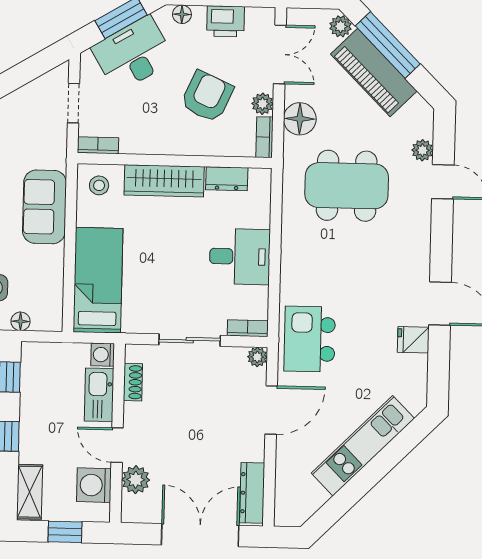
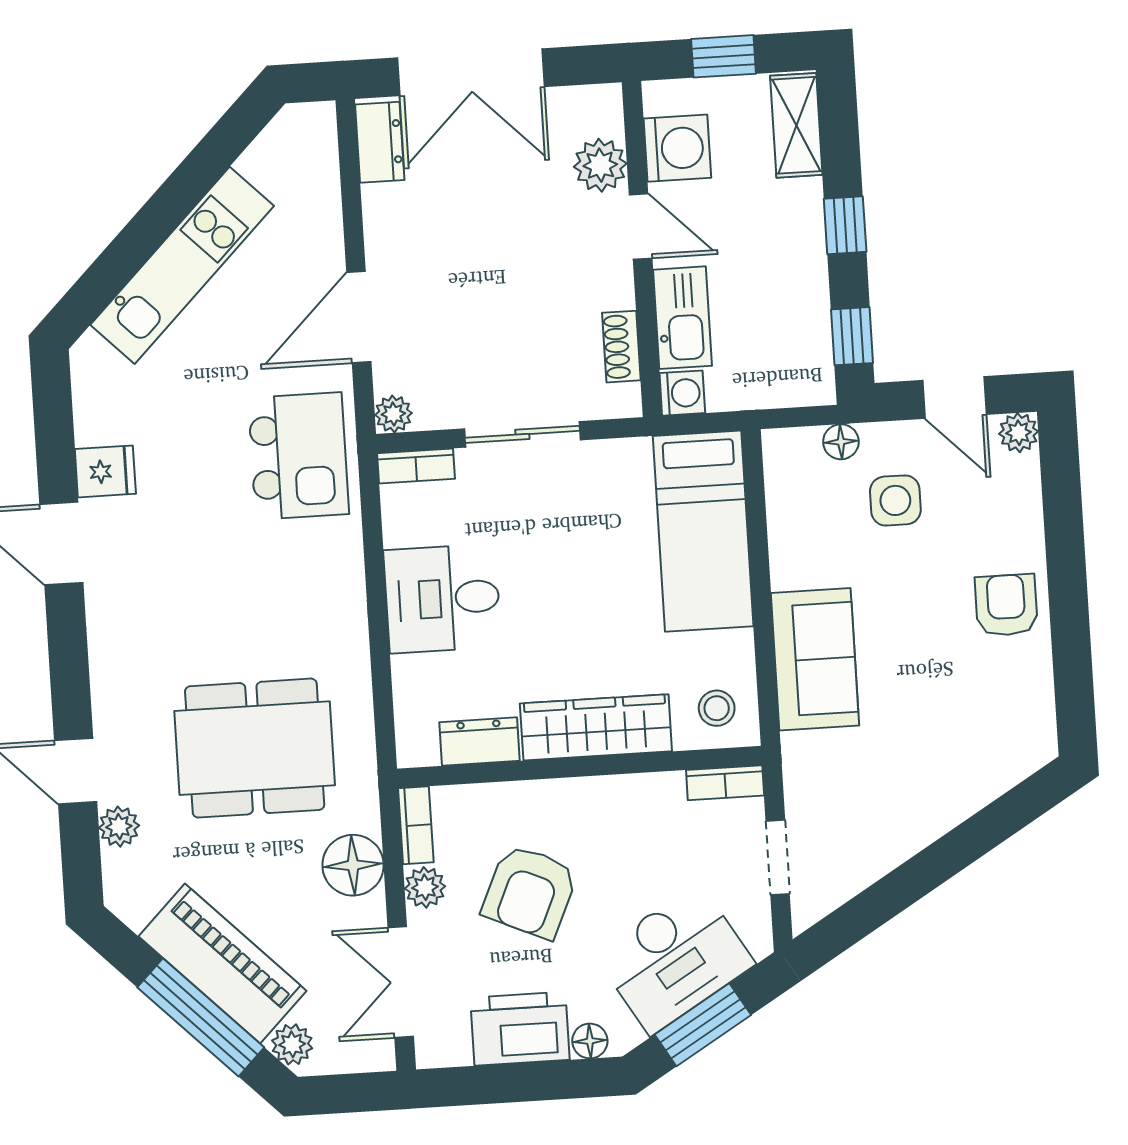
printer: (226, 21) -> (520, 1029), width x1.37, depth x1.19
dresser: (252, 493) -> (380, 142), width x0.70

